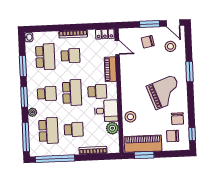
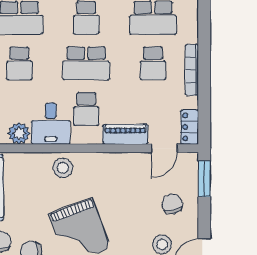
window: (150, 24) -> (204, 179), moved
stool: (130, 117) -> (63, 168), moved

